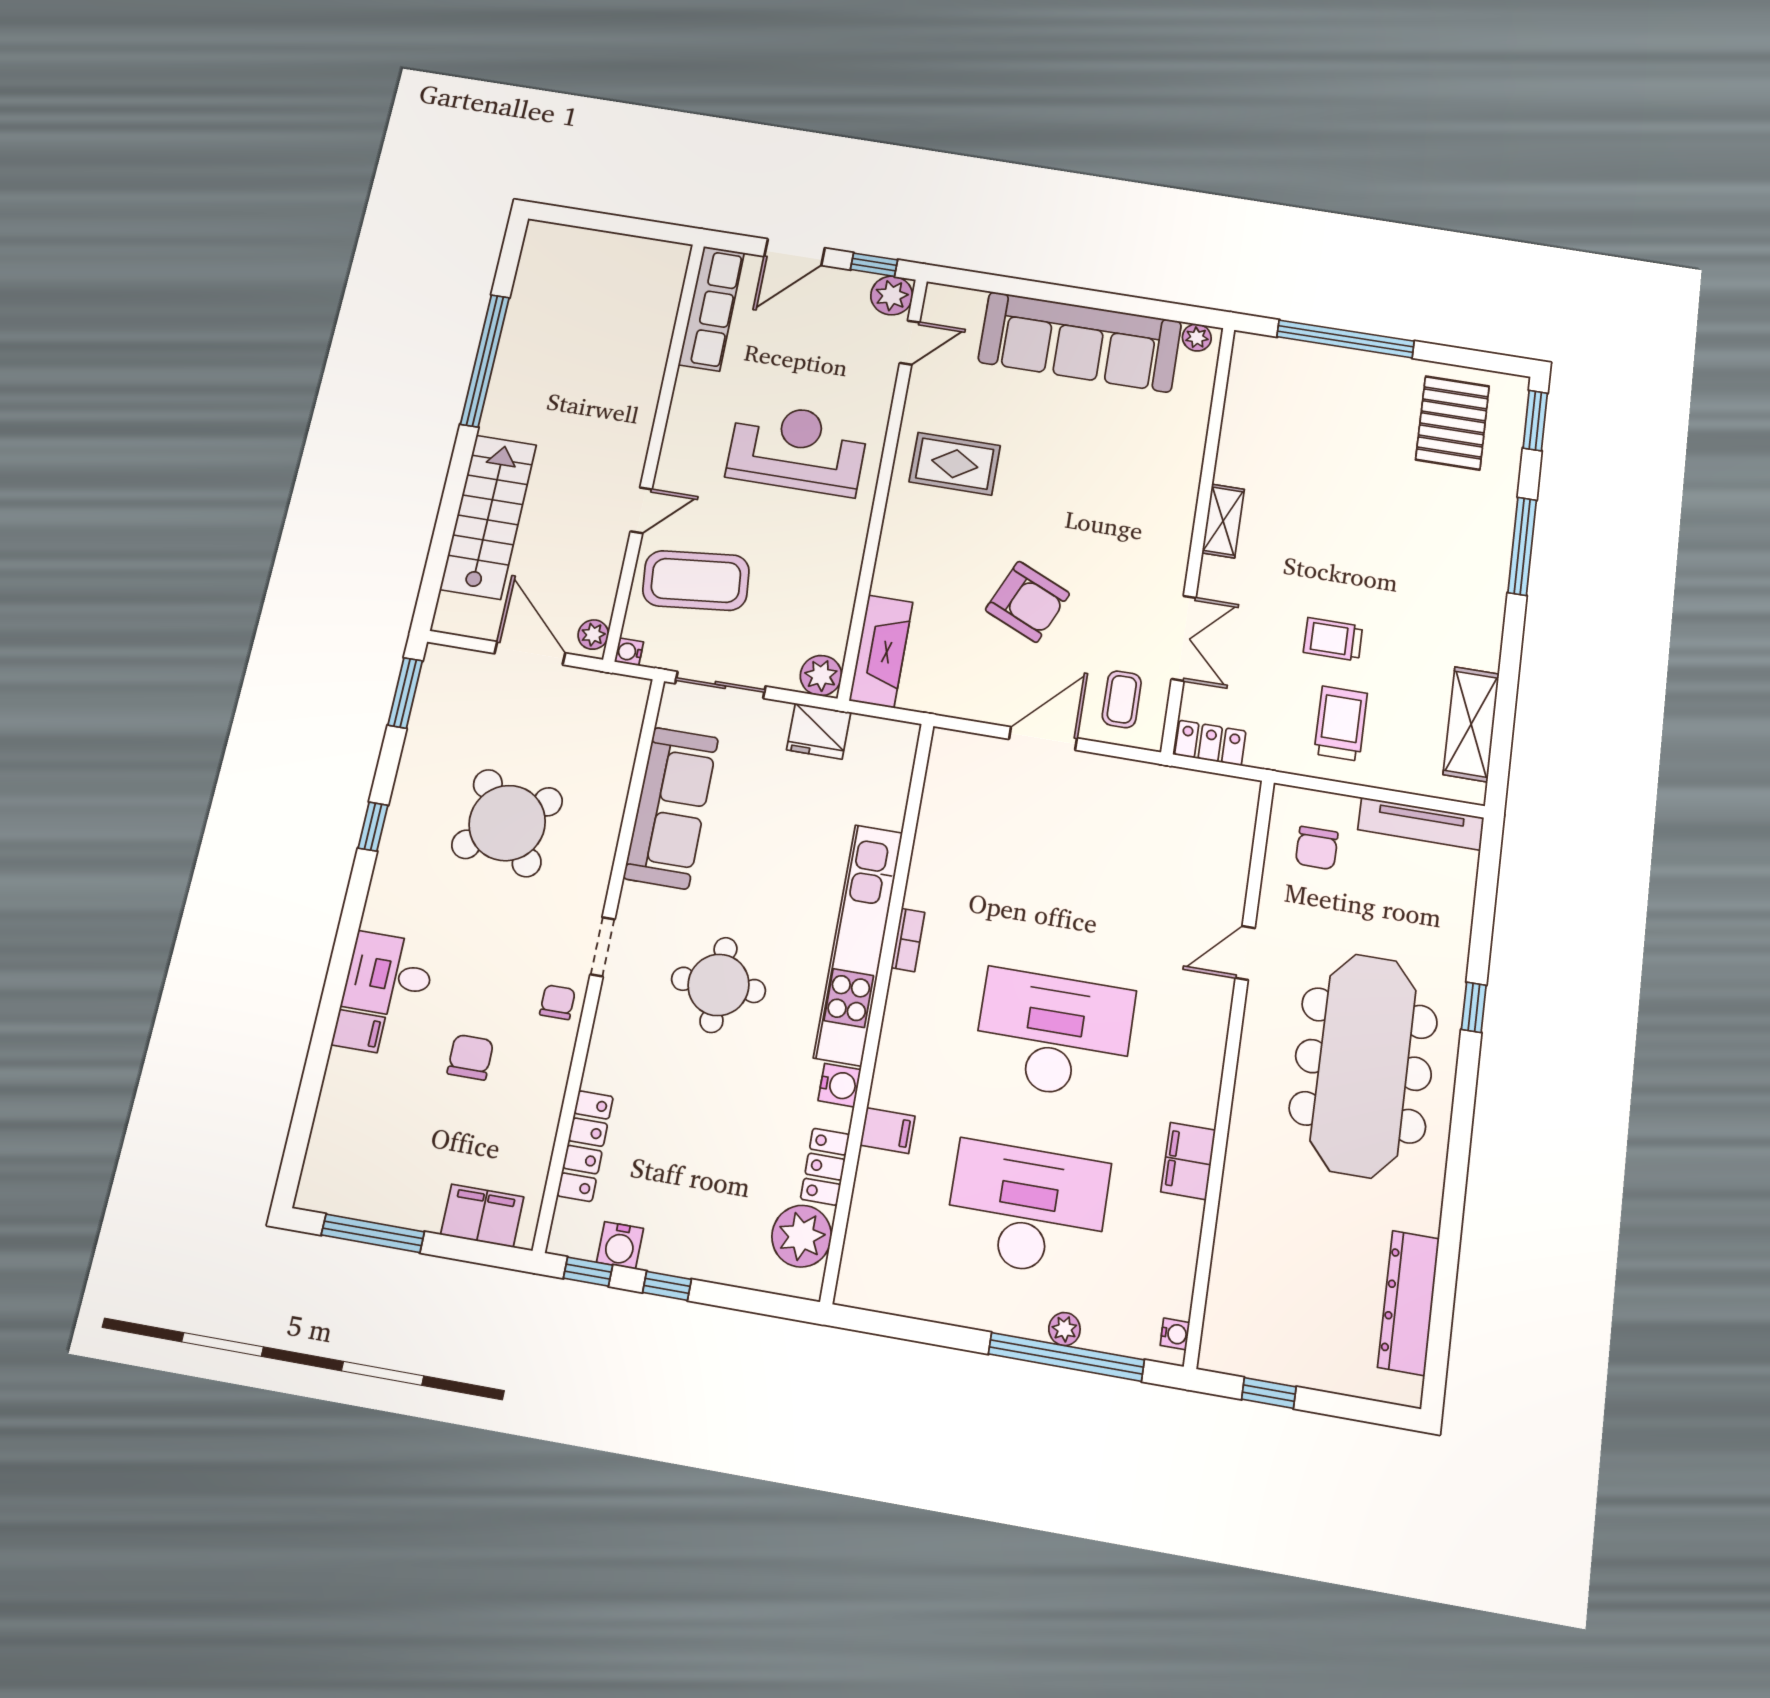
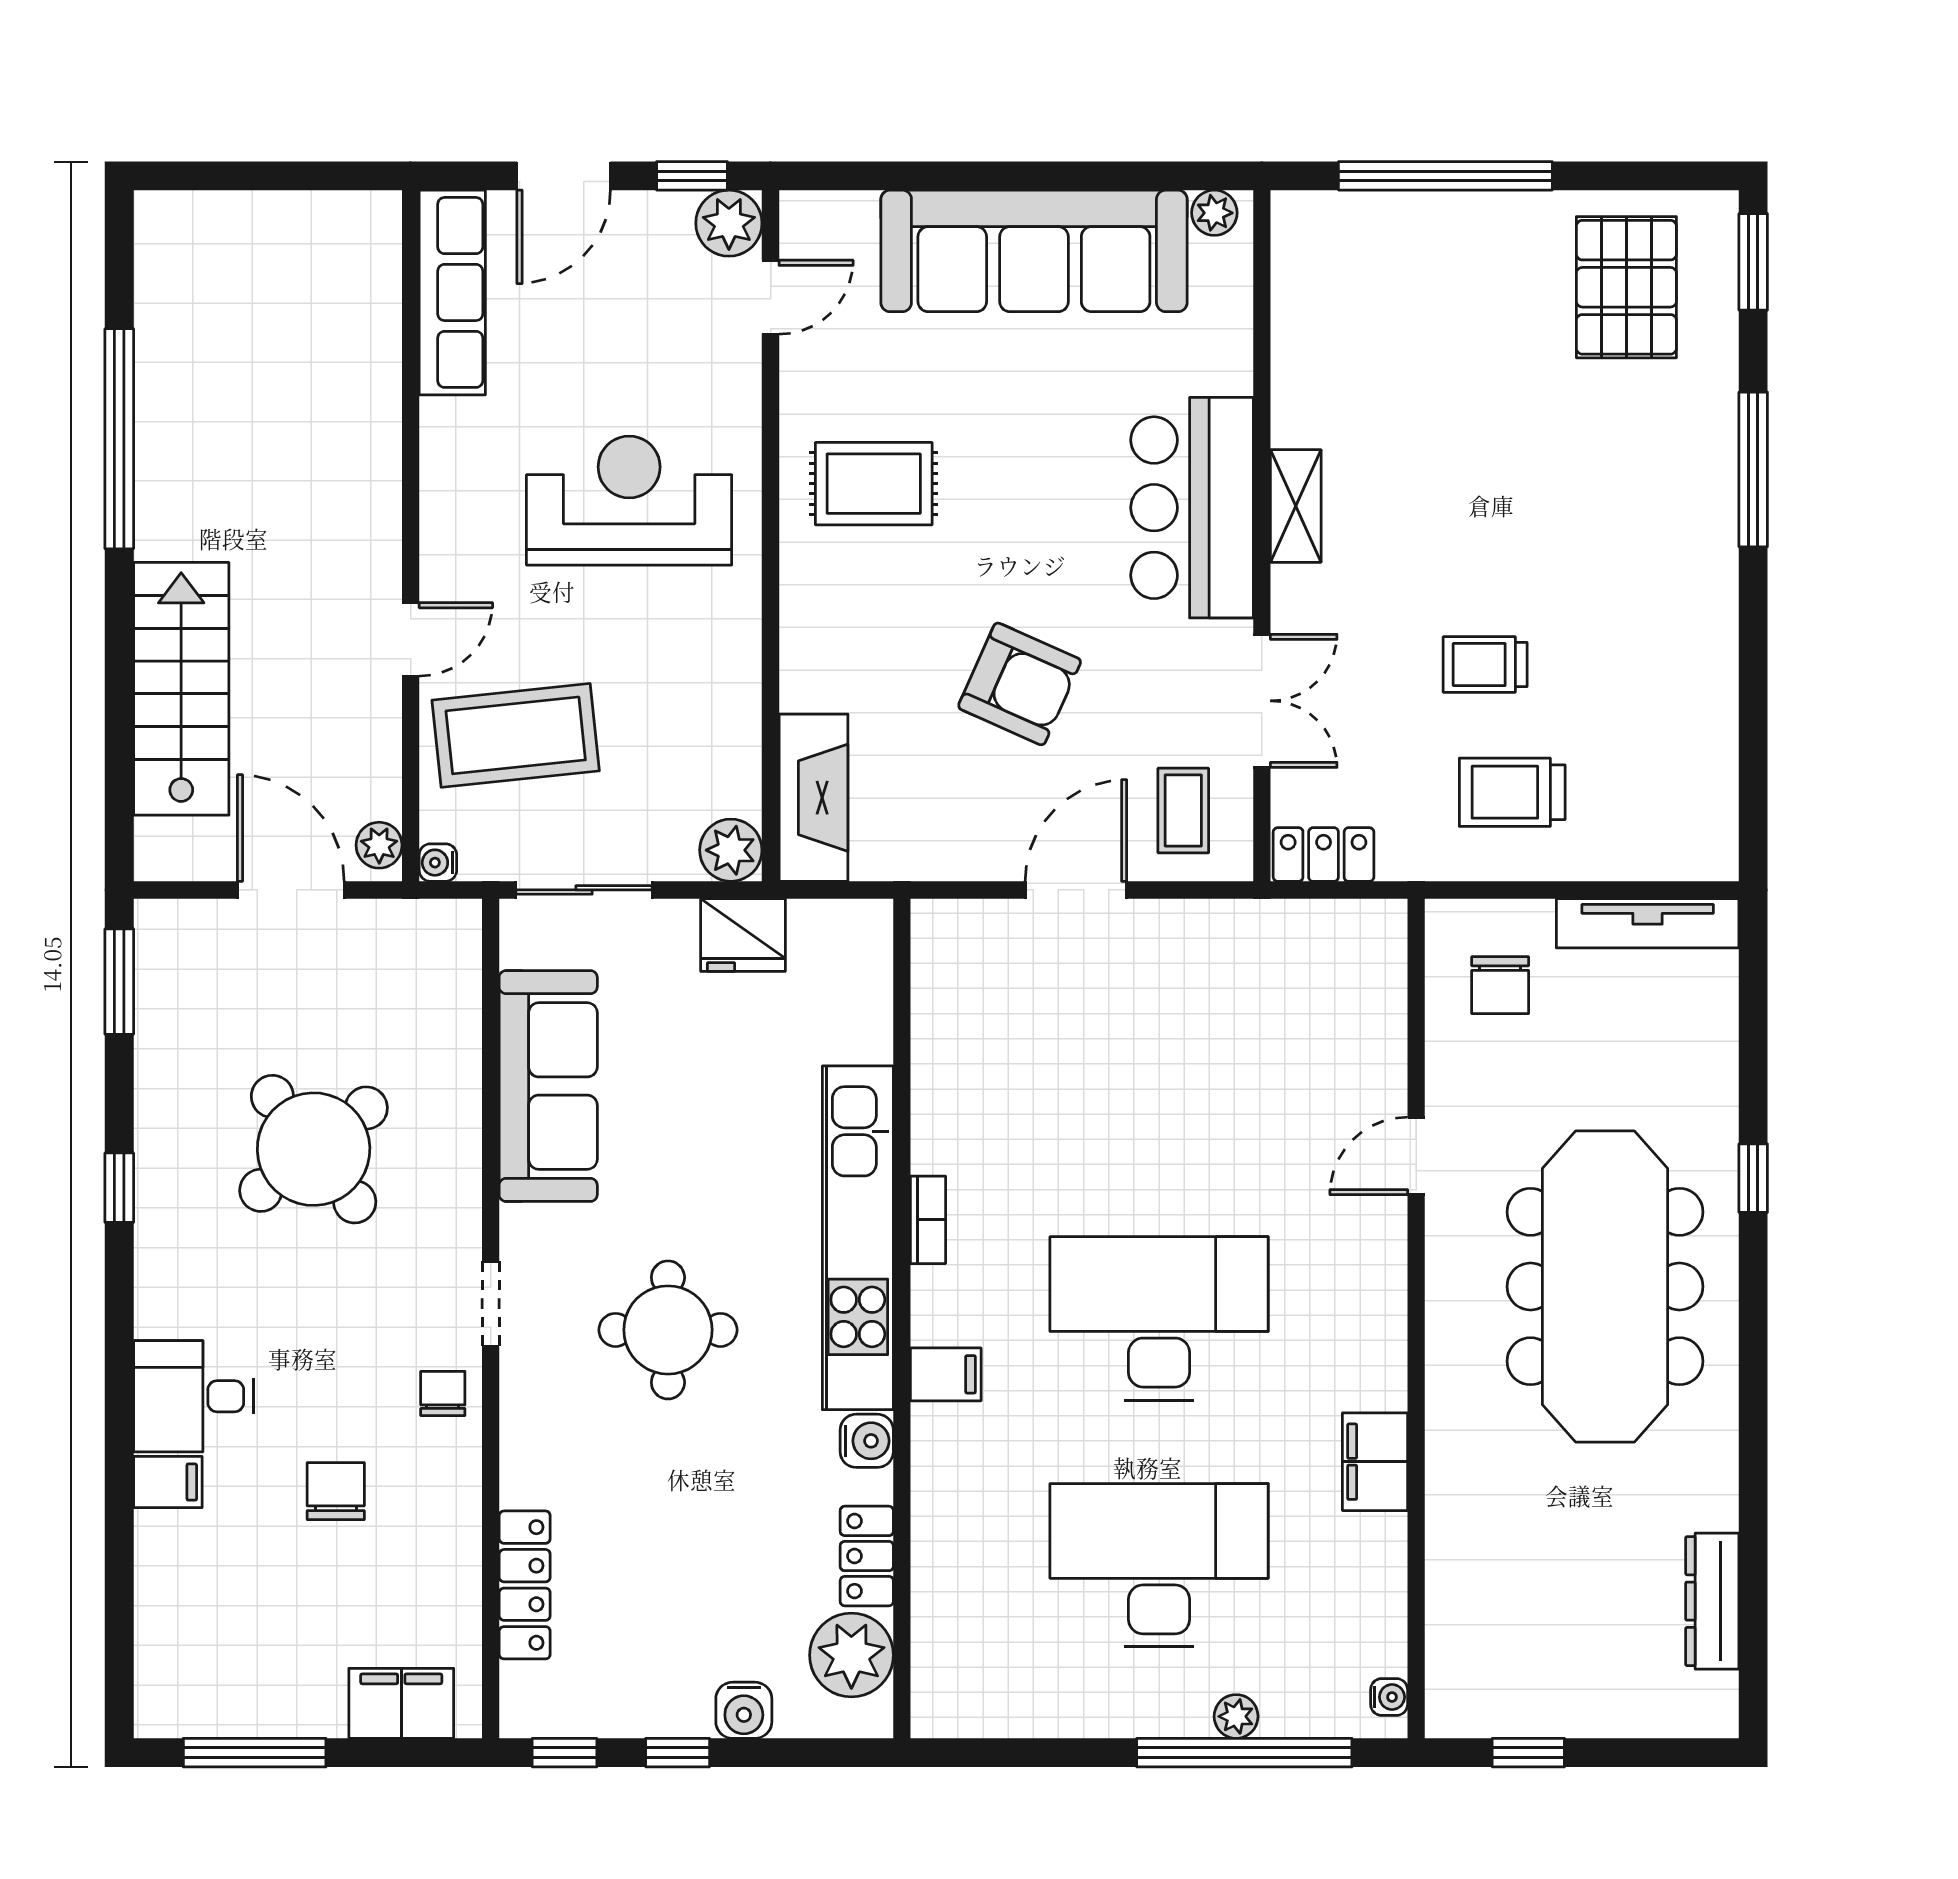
bar counter: (1156, 511) -> (1192, 508), added
trolley: (1341, 723) -> (1512, 792), turned -90
shelving: (1471, 724) -> (1705, 760), removed
filing cabinet: (888, 1131) -> (946, 1374), moved
water cooler: (620, 1245) -> (744, 1710), moved
dresser: (1409, 1303) -> (1712, 1601), width x0.73, depth x0.80

